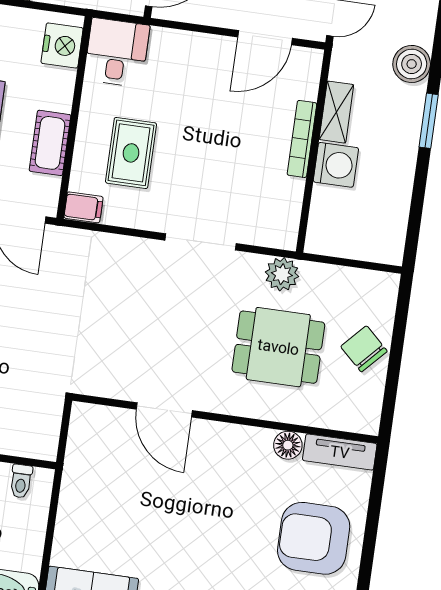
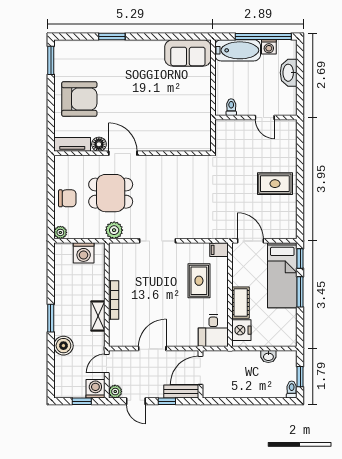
door: (265, 38) -> (152, 349), moved
cot: (50, 143) -> (241, 303), moved
washing machine: (336, 165) -> (84, 253), moved, turned -90
plant: (387, 284) -> (60, 232), added
chair: (364, 349) -> (67, 198), turned -43
door: (164, 410) -> (123, 153), moved

